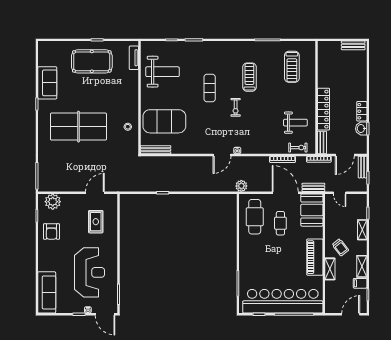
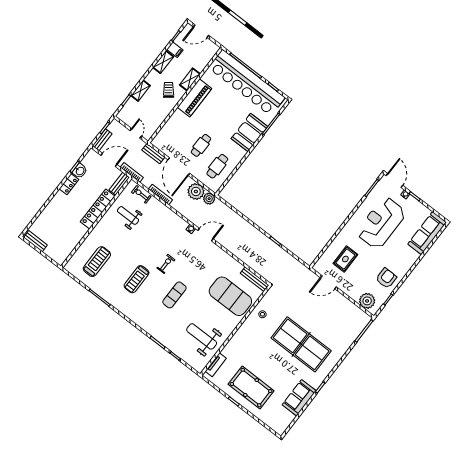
plant: (256, 183) -> (196, 192), added
booth: (312, 210) -> (249, 133), moved
cafe table: (255, 217) -> (217, 166), width x0.73, depth x0.74

